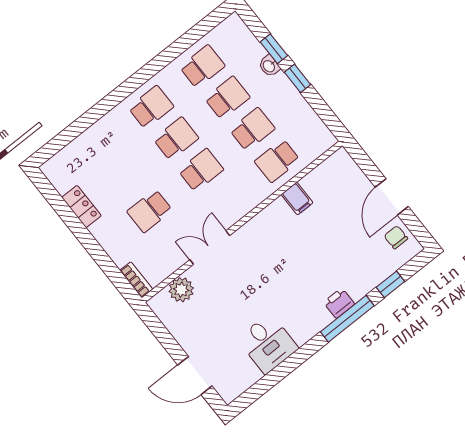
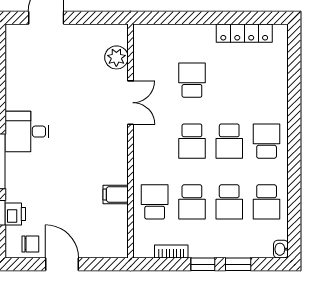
washbasin: (269, 66) -> (281, 249), moved, turned -90
school desk: (151, 107) -> (267, 141), turned 180
locker: (81, 206) -> (244, 33), width x1.53
bookcase: (136, 280) -> (171, 252), moved, turned 180
printer: (339, 303) -> (15, 214), moved
desk: (268, 344) -> (27, 132), moved

